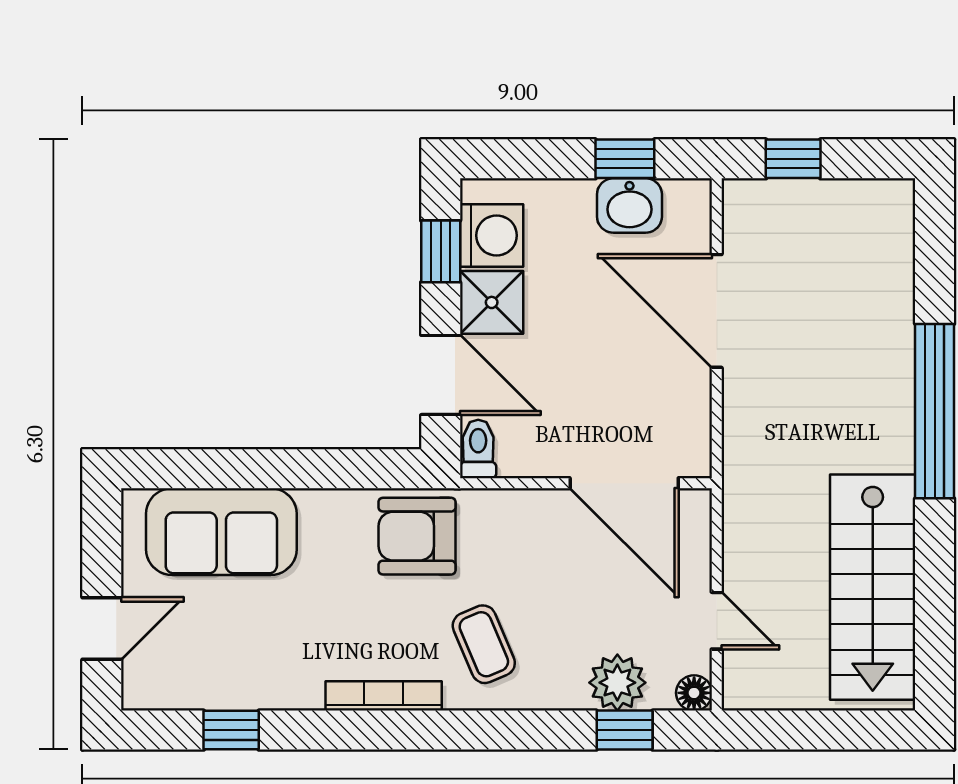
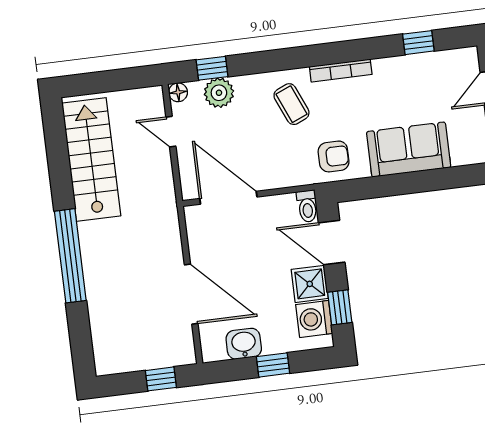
window: (625, 159) -> (273, 365), moved
sofa: (221, 532) -> (409, 150), moved
armchair: (417, 536) -> (334, 156), width x0.72, depth x0.72

